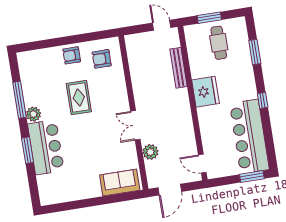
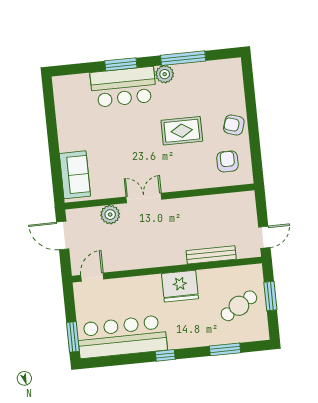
cafe table: (219, 43) -> (239, 306), turned -31
armchair: (72, 55) -> (234, 125), turned -73

